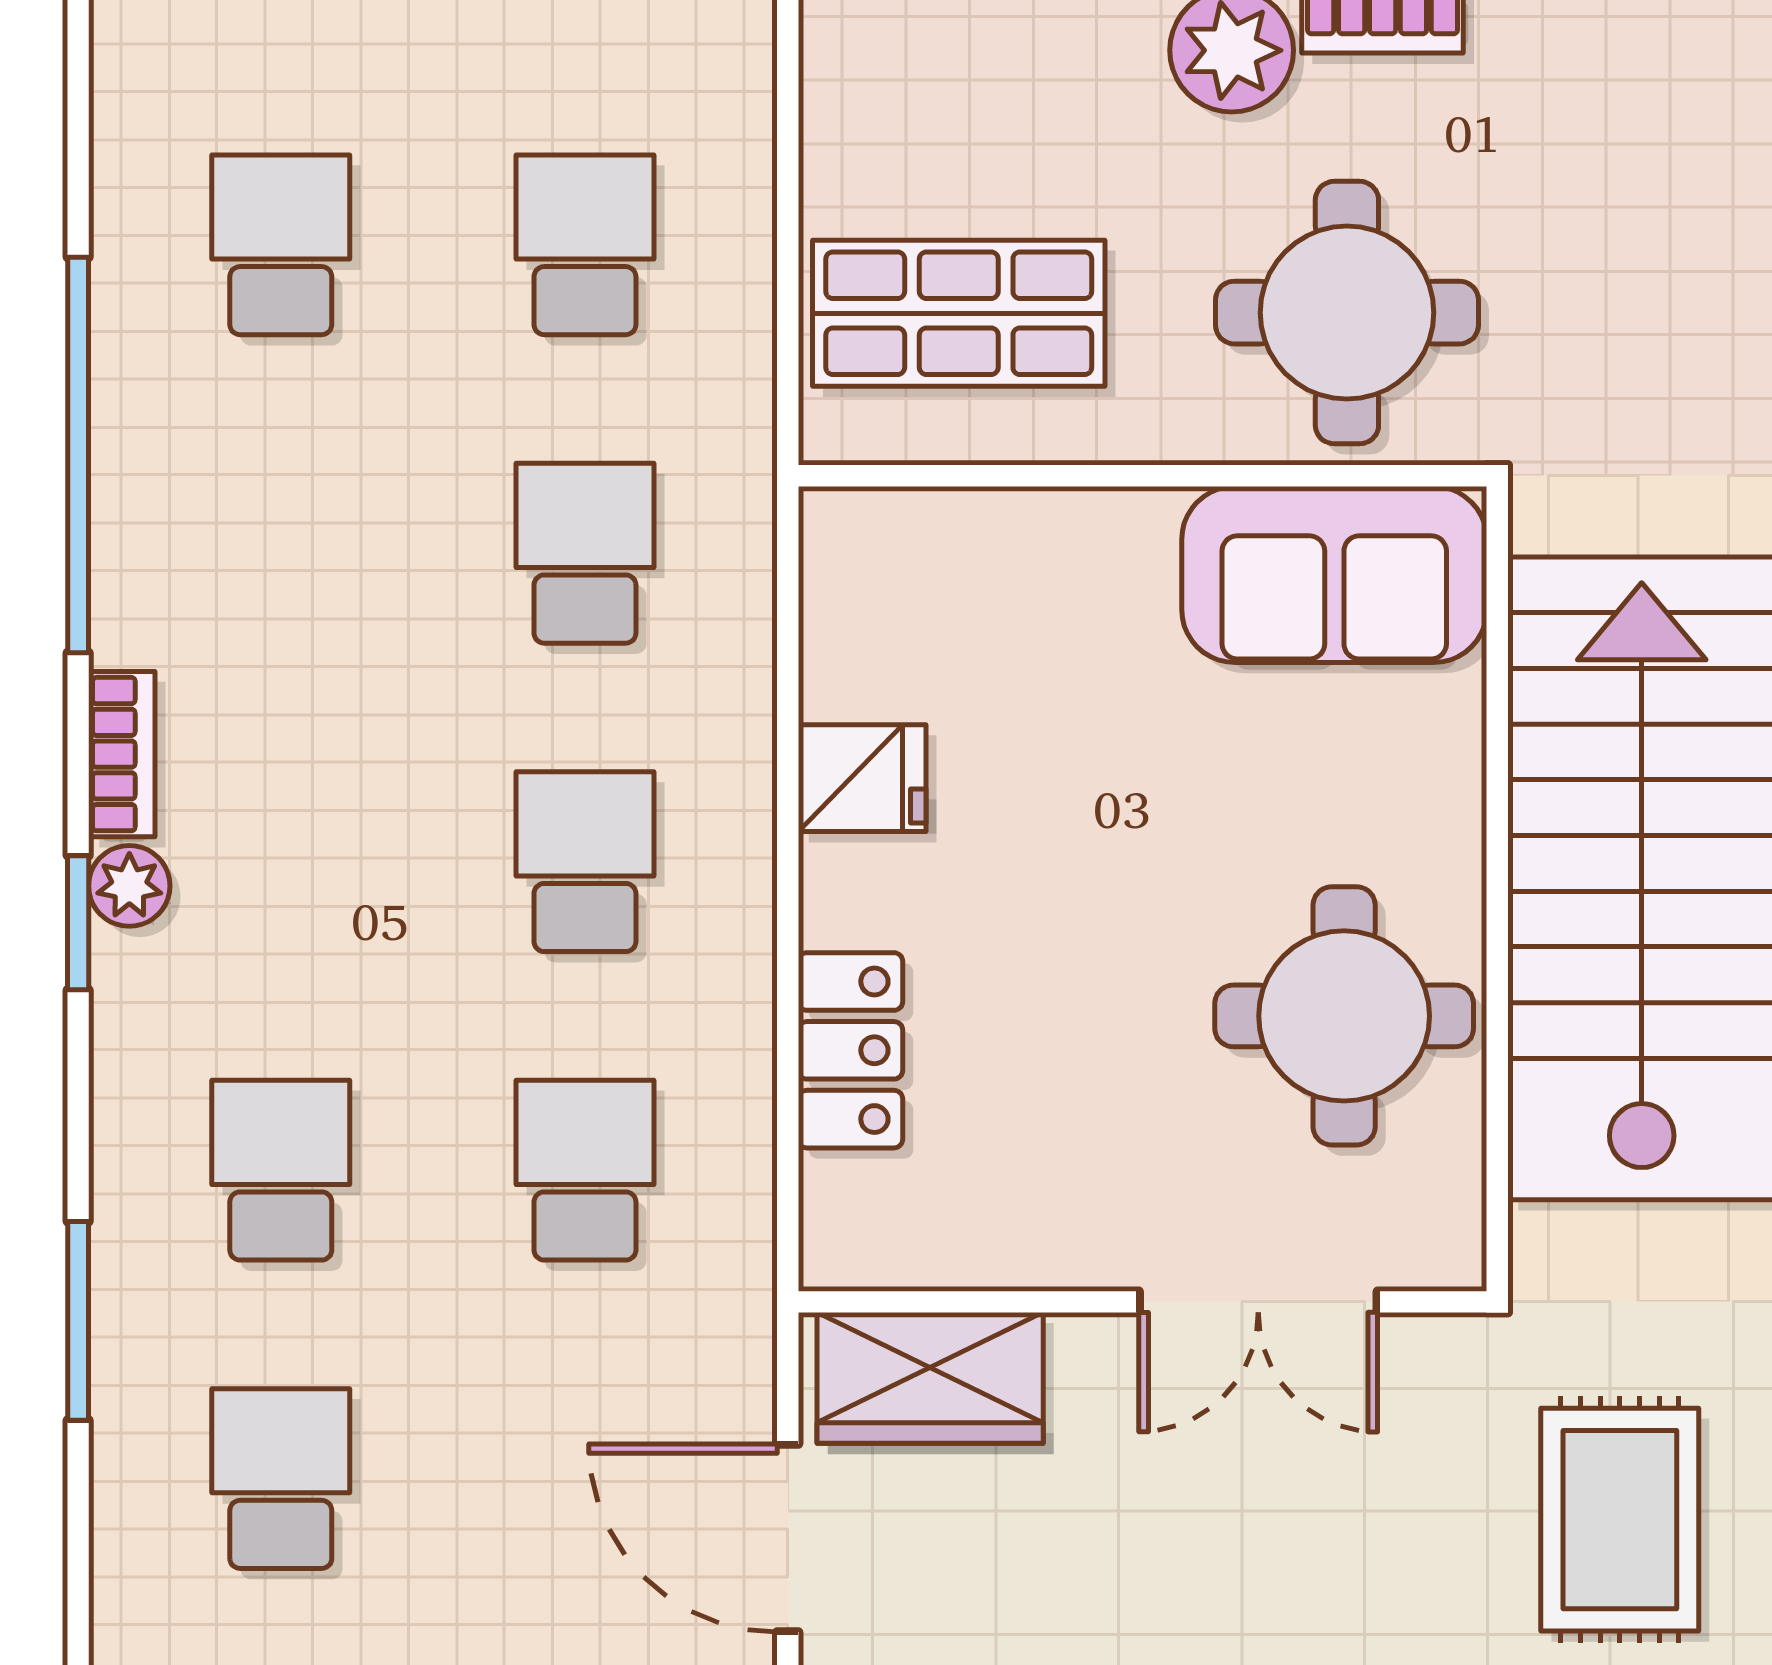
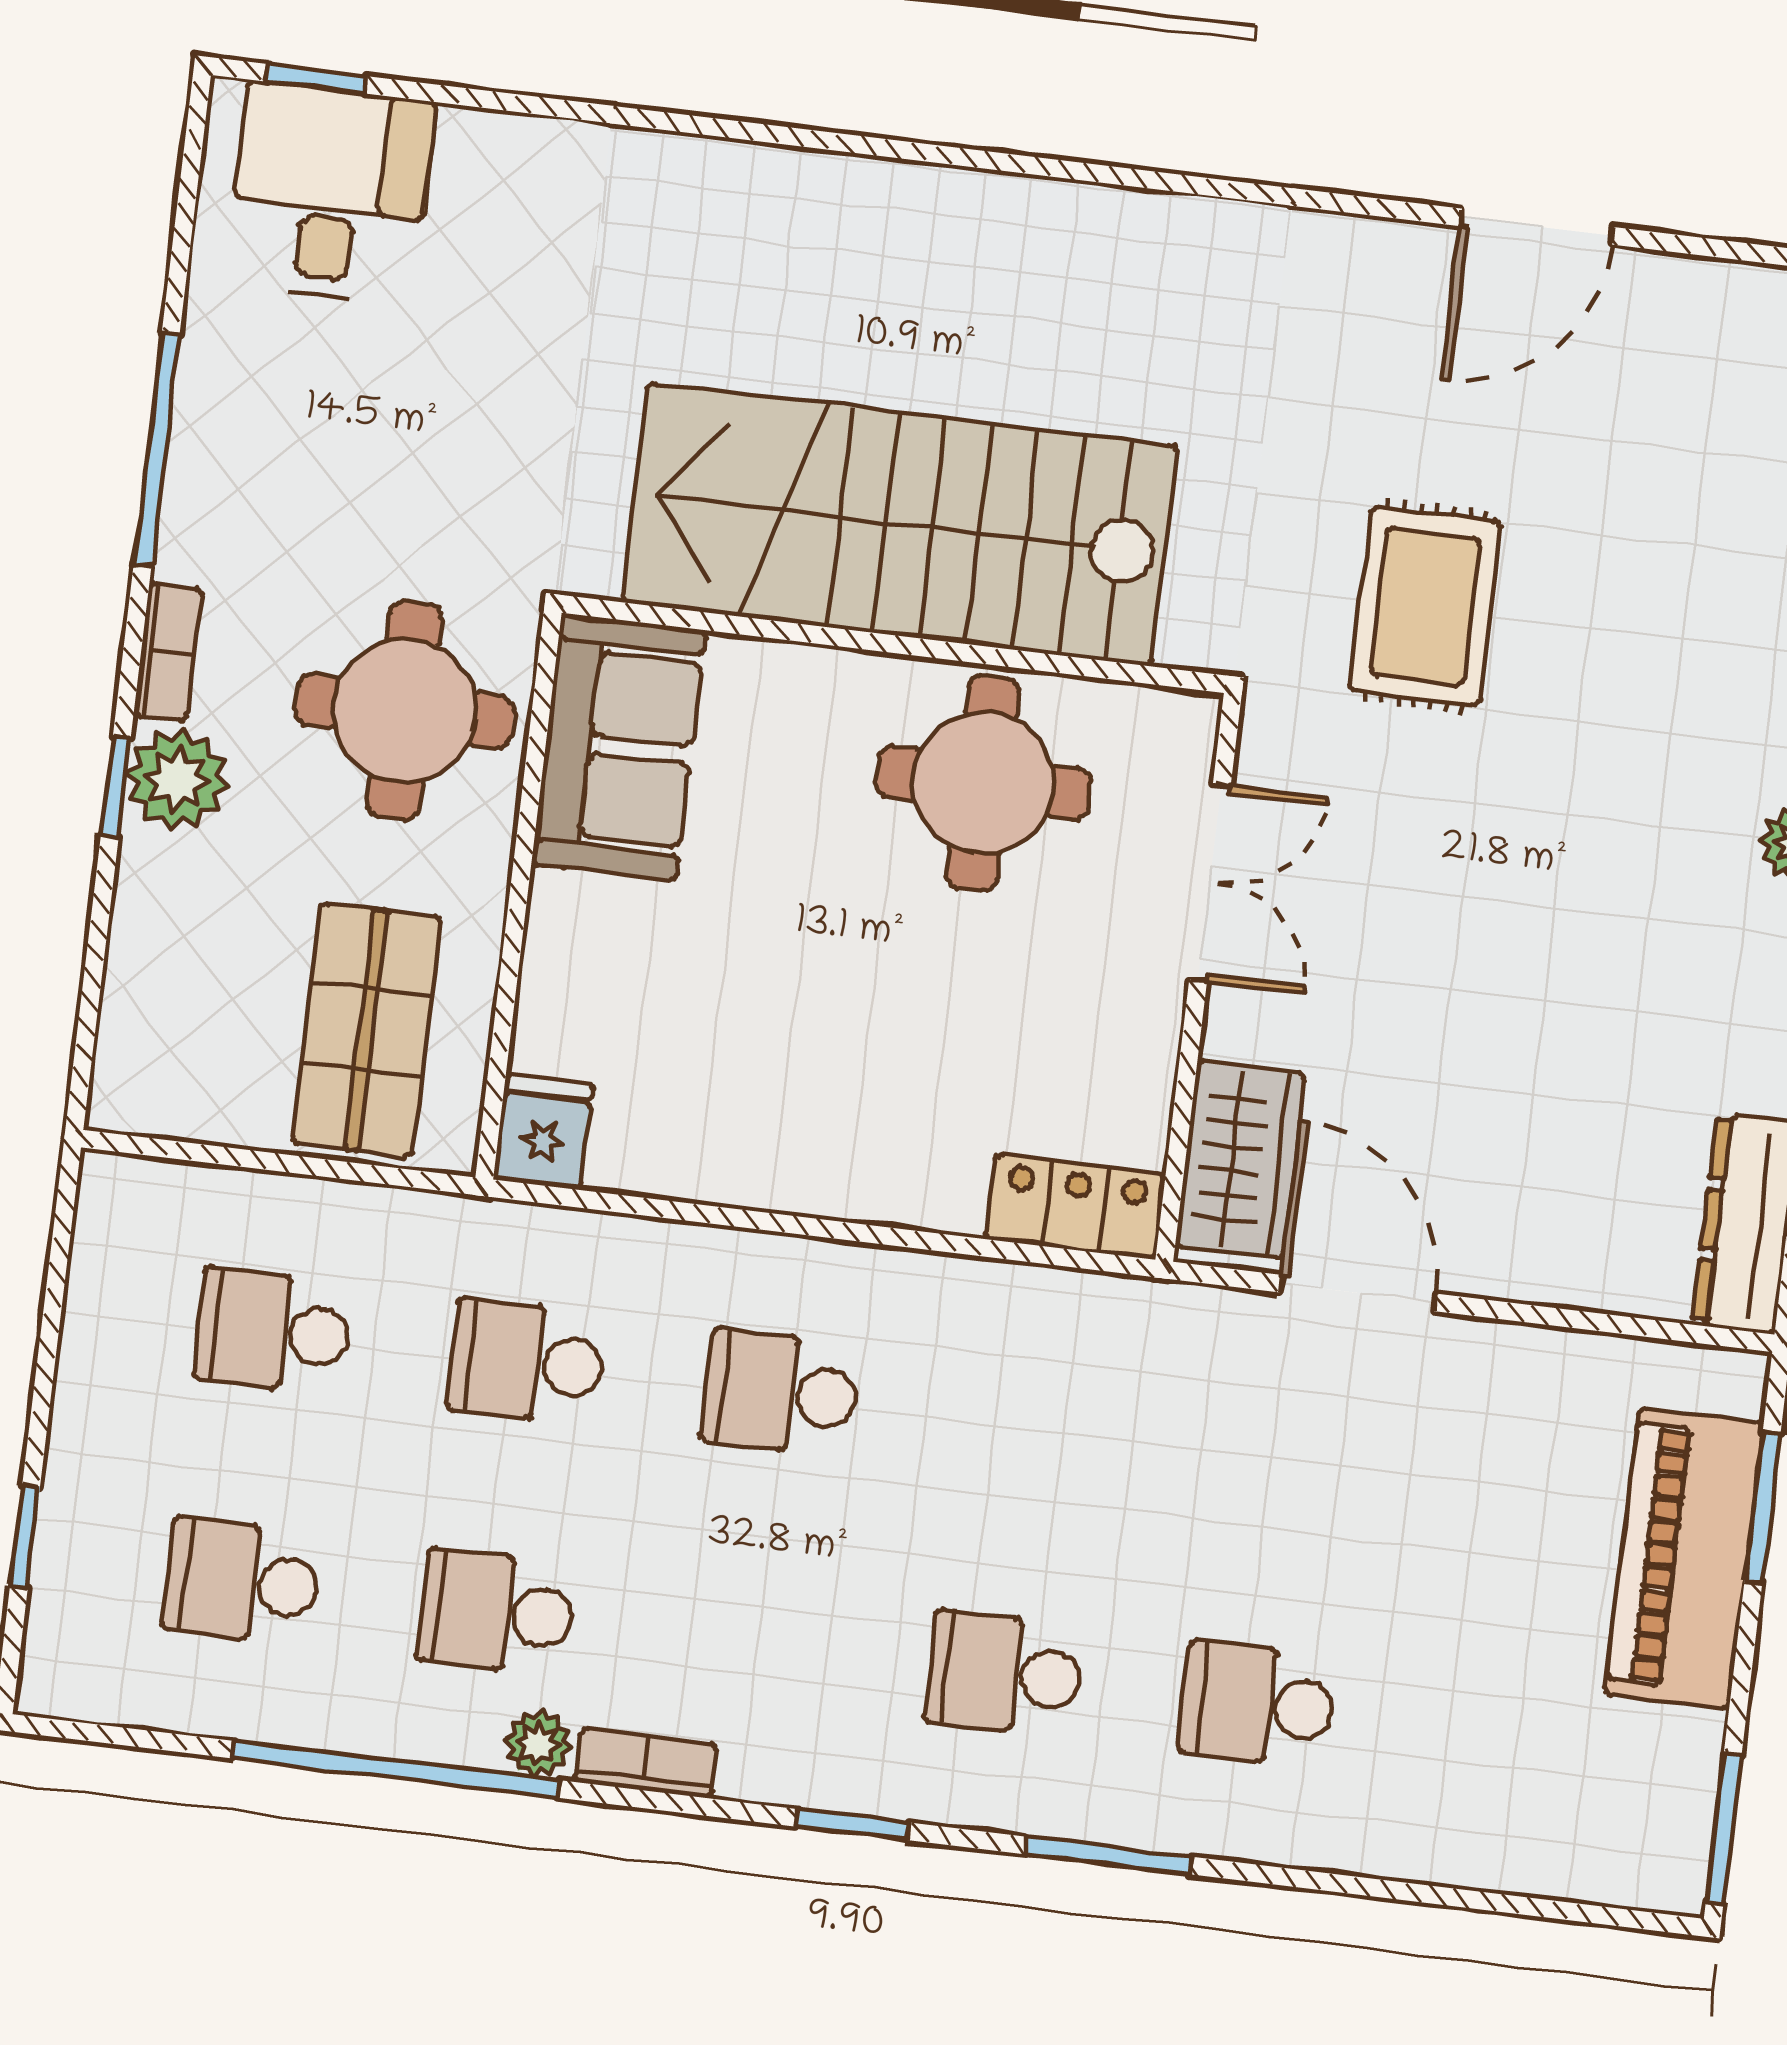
fridge: (862, 778) -> (543, 1132), moved
plant: (129, 886) -> (538, 1744), moved
window: (78, 923) -> (852, 1824), moved
locker: (850, 1050) -> (1076, 1206), moved
school desk: (585, 1170) -> (496, 1612), moved
rug: (1620, 1520) -> (1425, 606), turned 90
door: (788, 1538) -> (1358, 1293), swing flipped

